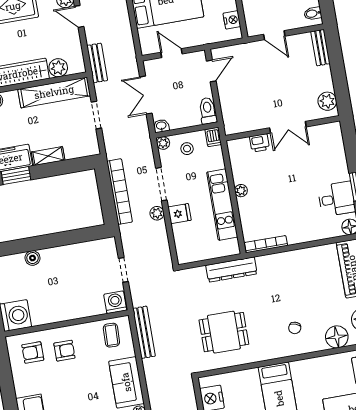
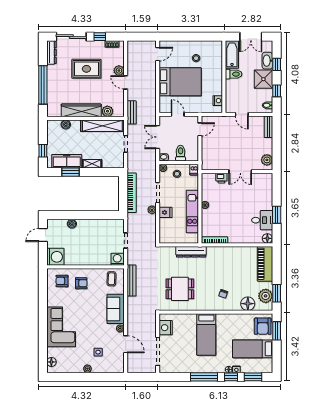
toilet: (208, 111) -> (181, 153), moved

